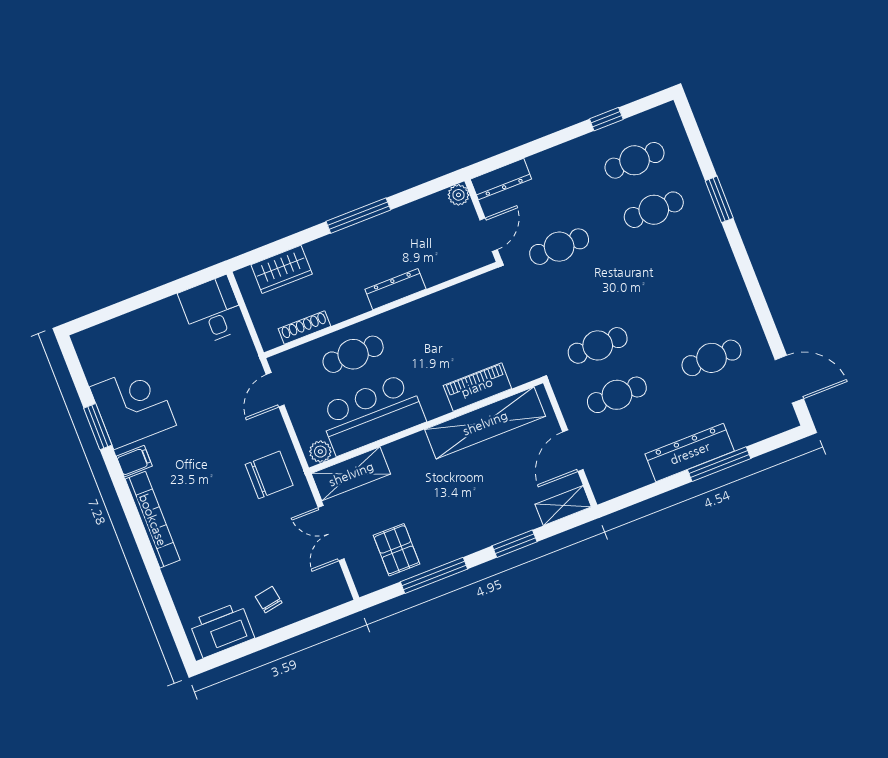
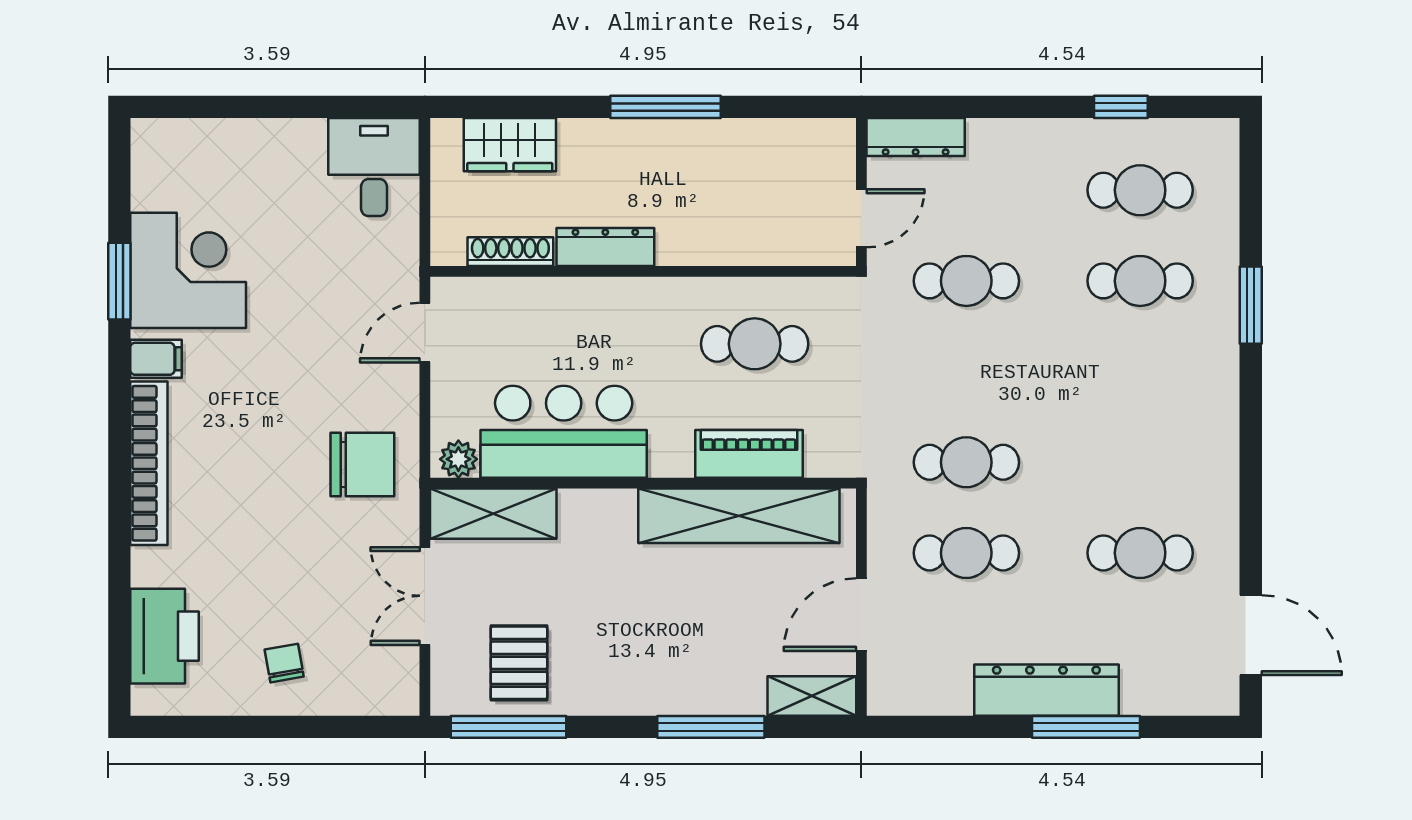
plant: (458, 195) -> (838, 136), removed
dresser: (395, 289) -> (605, 247), moved
cafe table: (353, 354) -> (755, 344), moved
window: (515, 544) -> (711, 727), width x1.44
window: (434, 575) -> (508, 727), moved
printer: (222, 630) -> (164, 636), moved, turned 90

